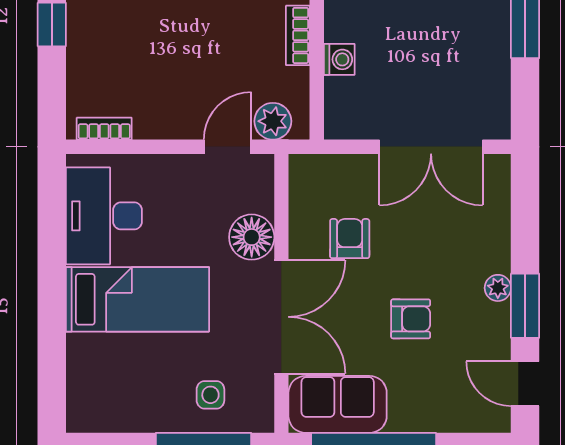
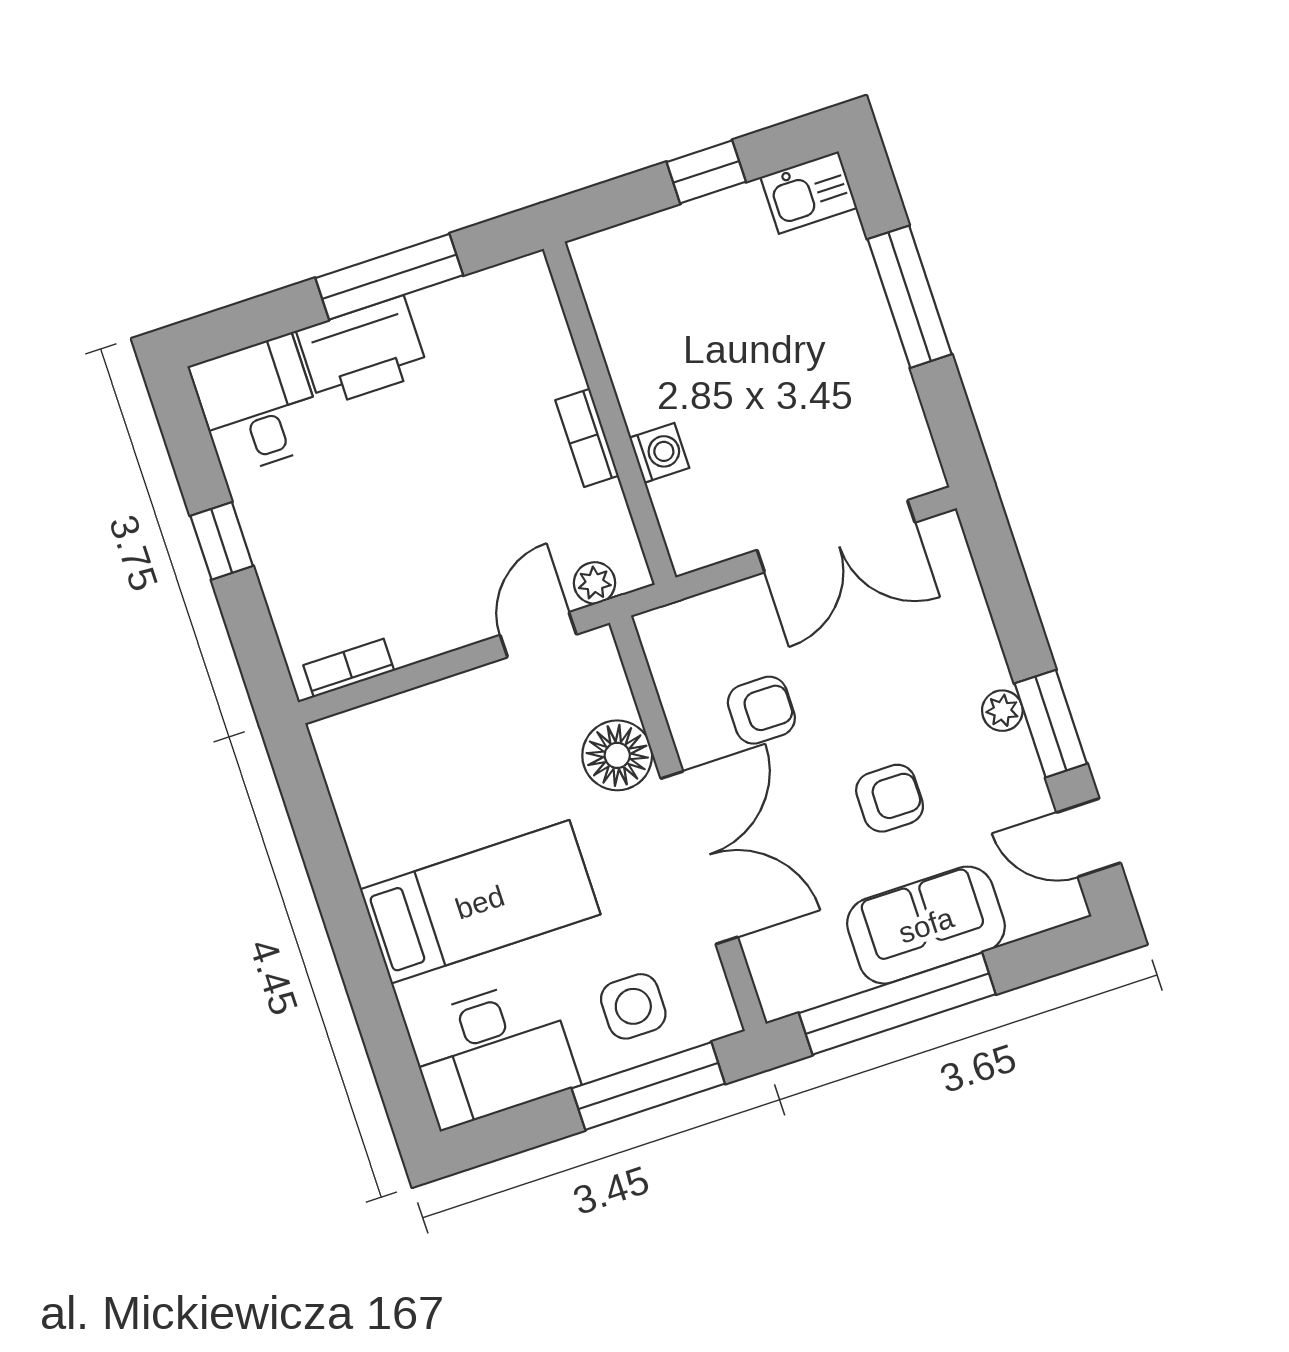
plant: (273, 121) -> (595, 583), width x0.73, depth x0.73
desk: (104, 216) -> (492, 1053), moved, turned -90
armchair: (350, 239) -> (761, 710), turned 90
side table: (210, 395) -> (633, 1006), width x1.37, depth x1.37
sofa: (338, 404) -> (926, 925), moved

